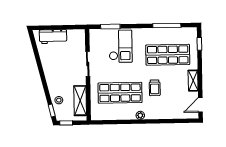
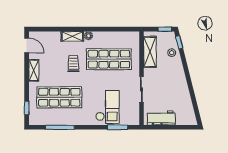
workbench: (53, 37) -> (161, 118), moved
checkout: (121, 46) -> (107, 107), turned 180
door: (200, 105) -> (27, 45), hinge flipped
shelving: (156, 114) -> (72, 36), added

